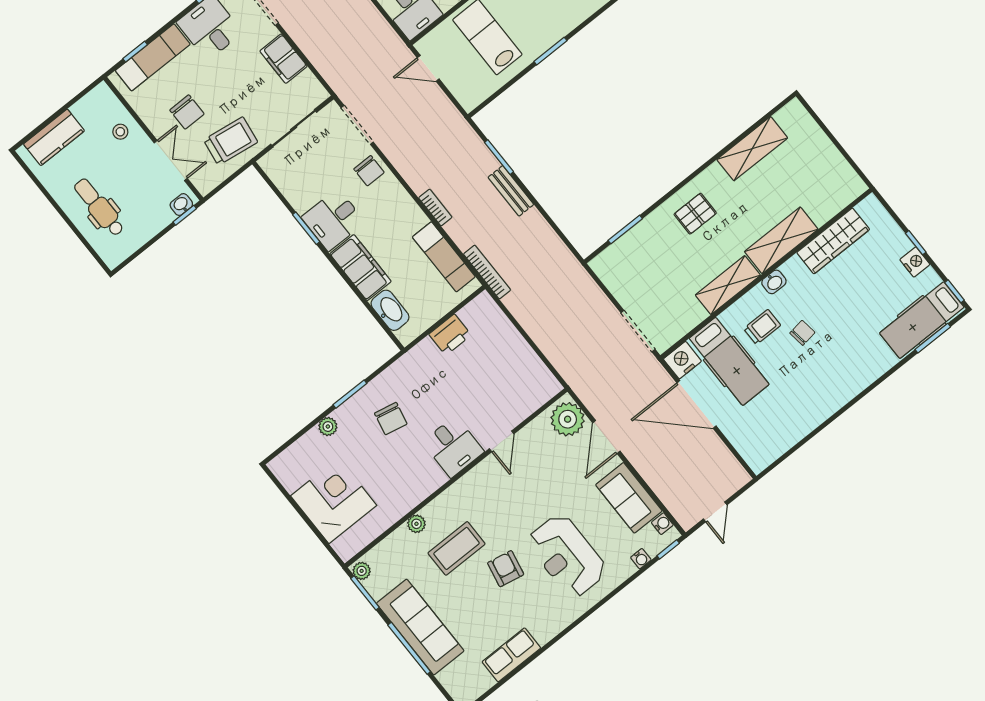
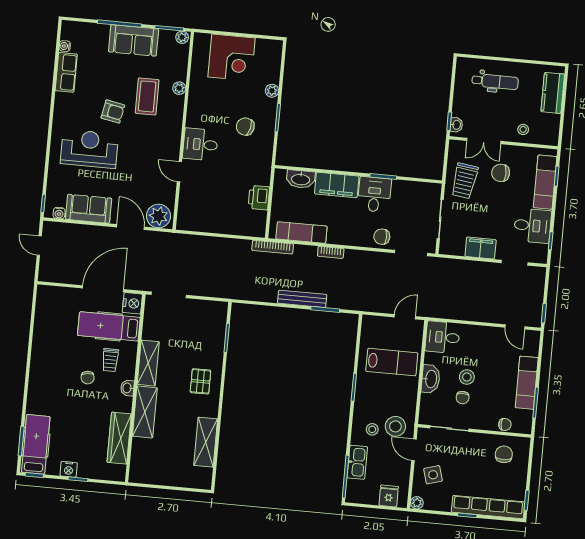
bench: (511, 191) -> (302, 299), width x1.36
water cooler: (641, 559) -> (65, 46), moved
sofa: (420, 627) -> (134, 40), width x0.73

